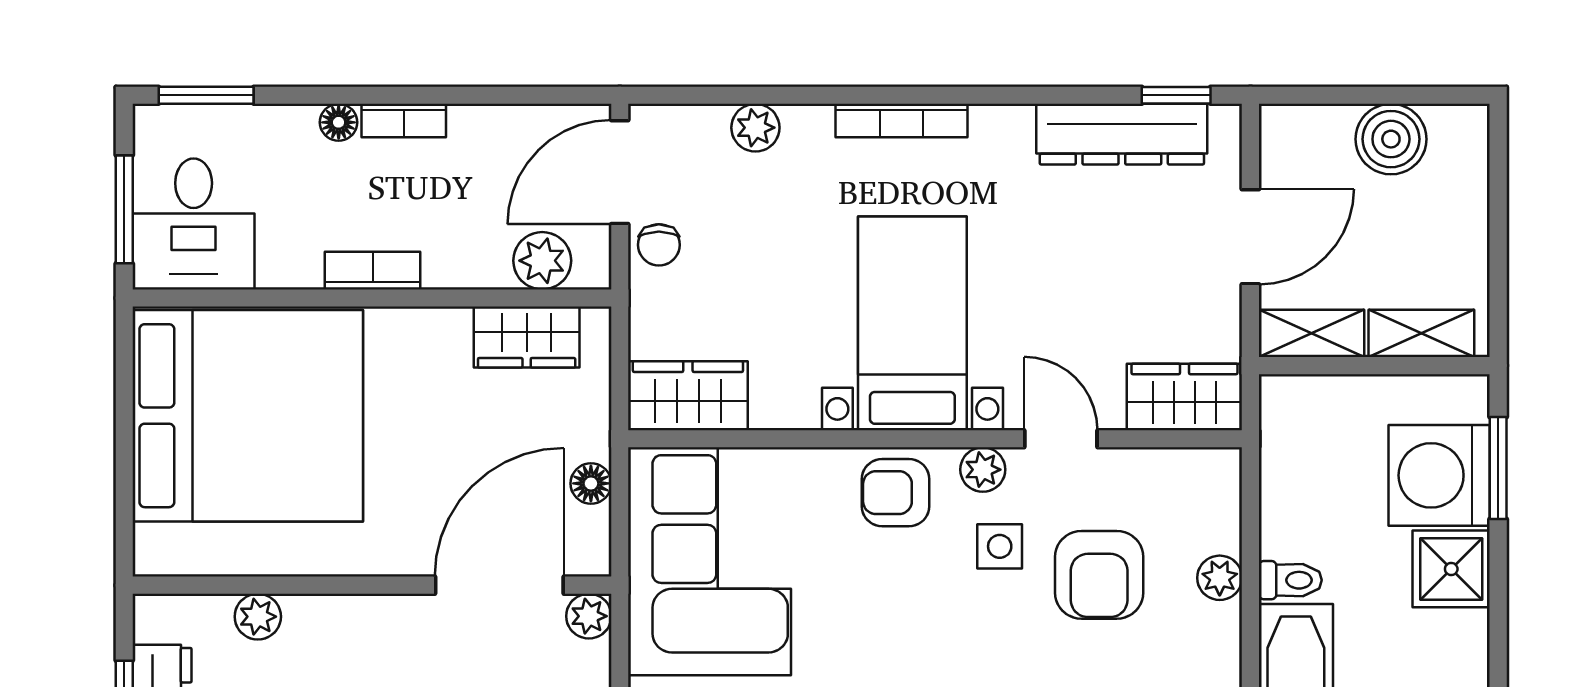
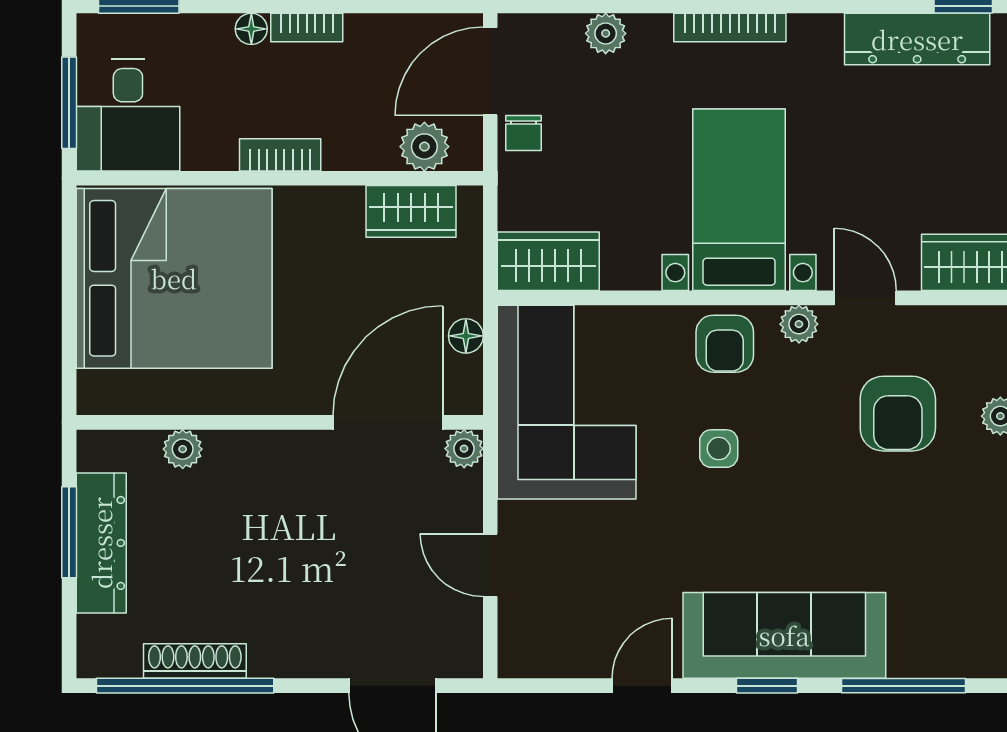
armchair: (896, 493) -> (725, 344), turned -90
side table: (1000, 546) -> (719, 449), moved

